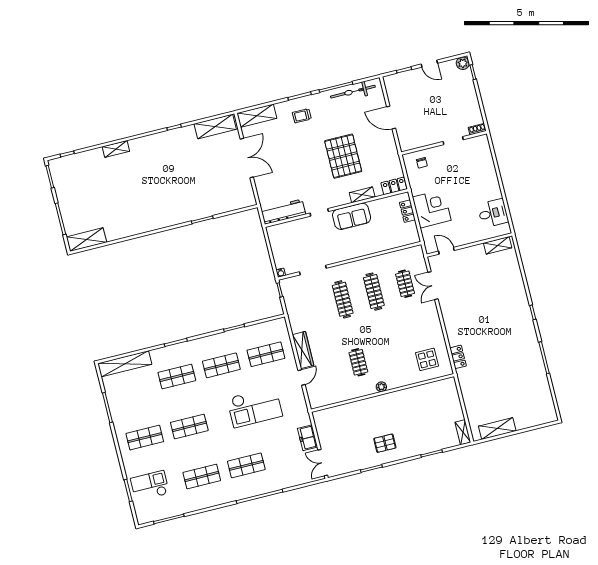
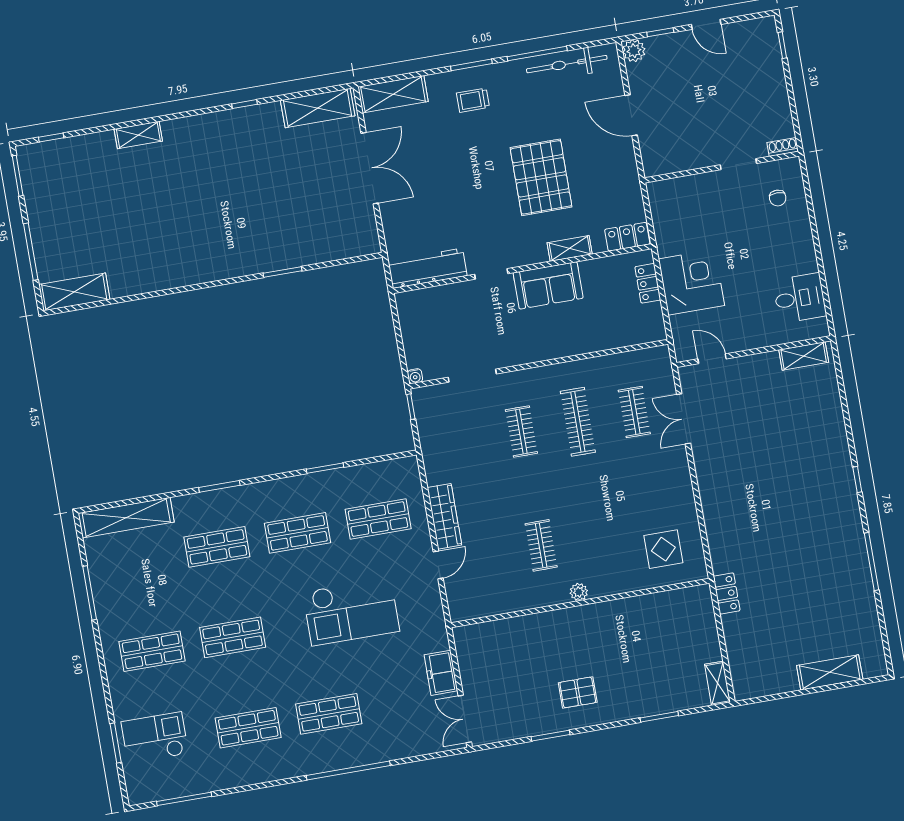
plant: (463, 63) -> (634, 51), moved
chair: (422, 163) -> (778, 198), moved
clothes rail: (343, 299) -> (521, 432), width x0.73
locker: (458, 357) -> (727, 593), moved
shelving: (497, 429) -> (830, 672), moved

